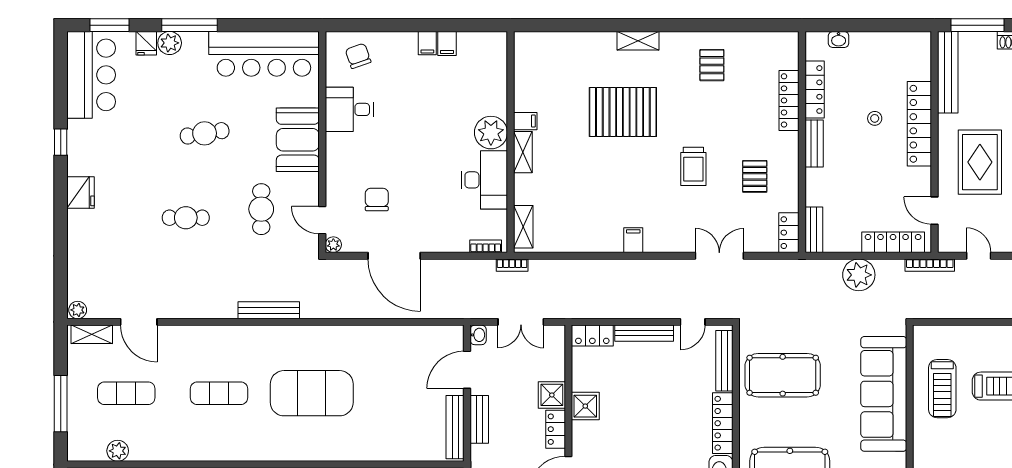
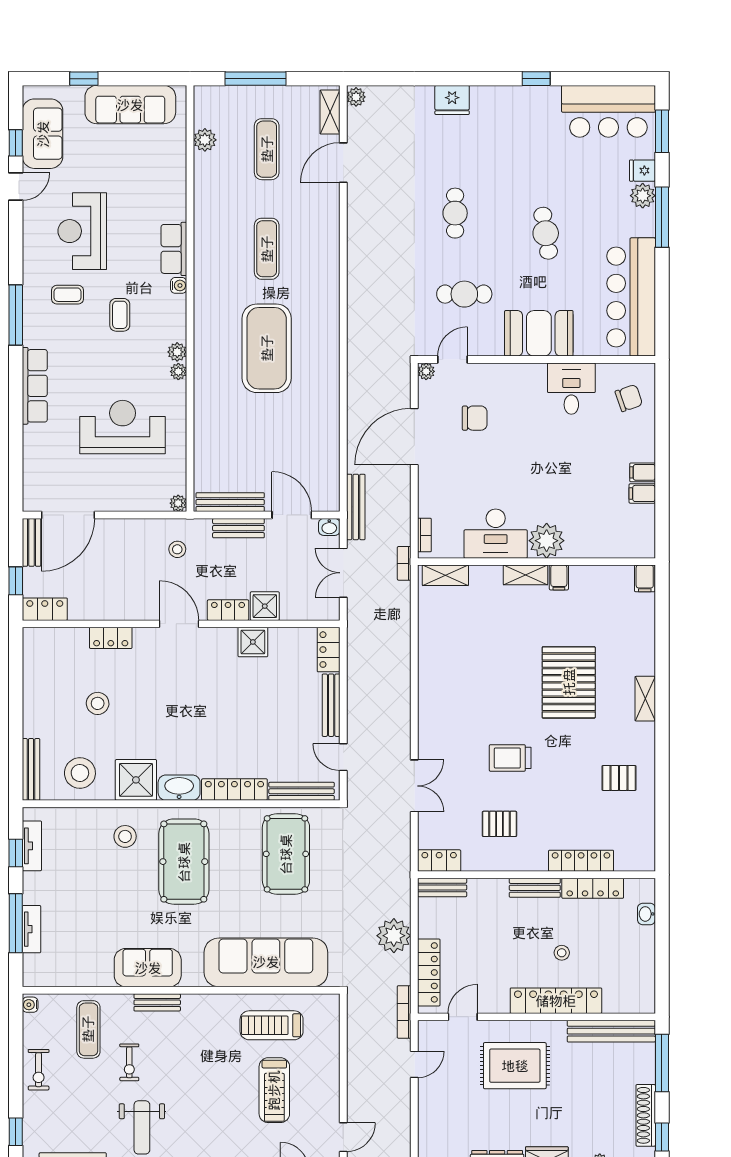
fridge: (81, 193) -> (452, 100), moved
filing cabinet: (633, 240) -> (645, 578), moved, turned 90
bench: (269, 310) -> (356, 507), moved

